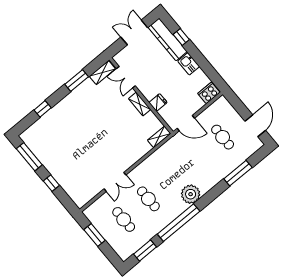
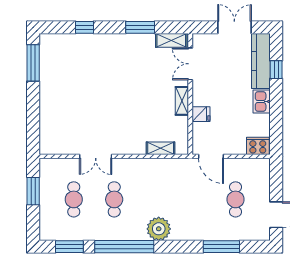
shelving: (159, 137) -> (161, 148), moved
window: (51, 183) -> (33, 106), removed

